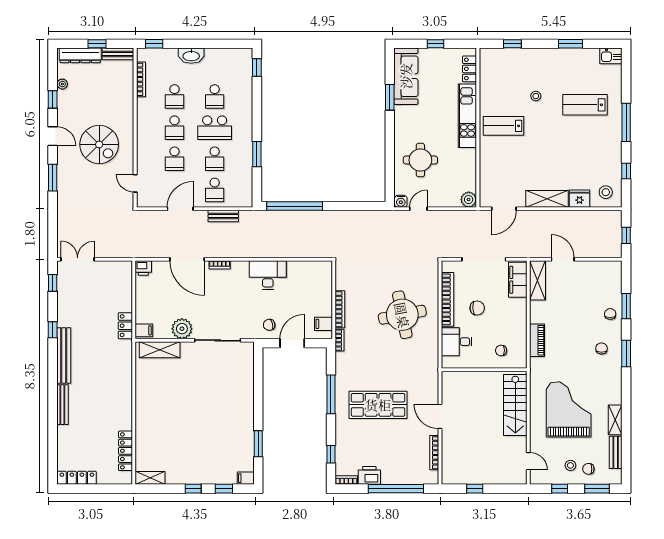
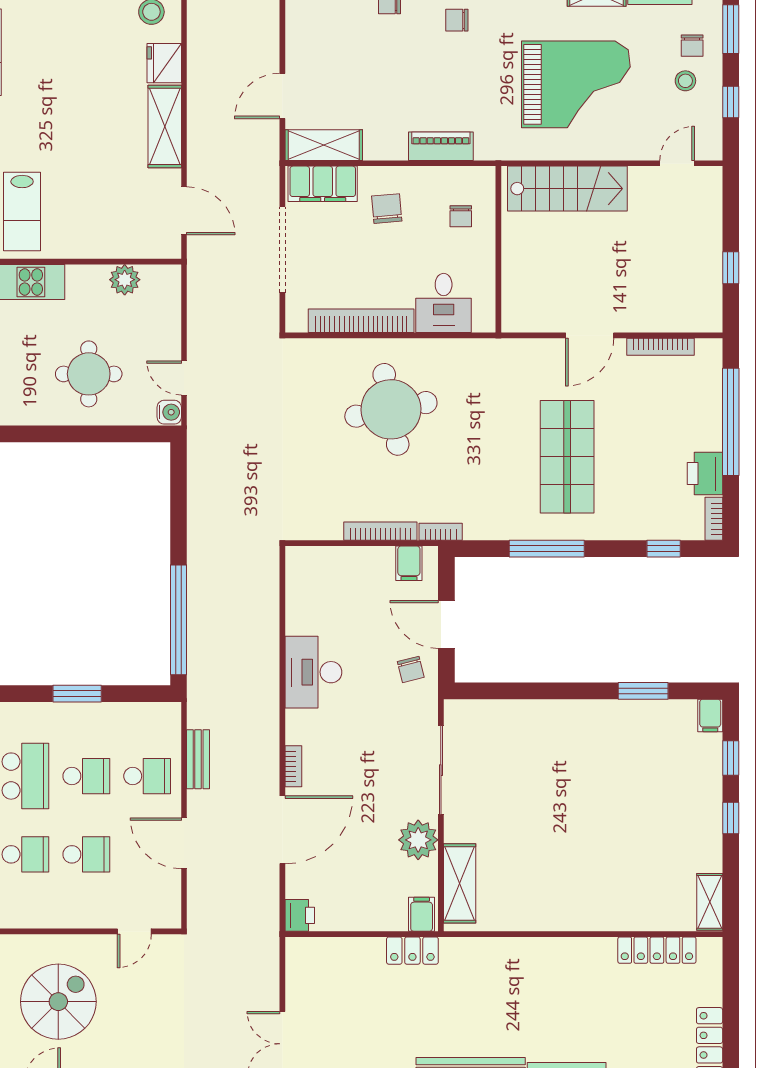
plant: (469, 200) -> (125, 280), moved
chair: (477, 308) -> (387, 209), moved
grand piano: (569, 409) -> (576, 84), turned 180

